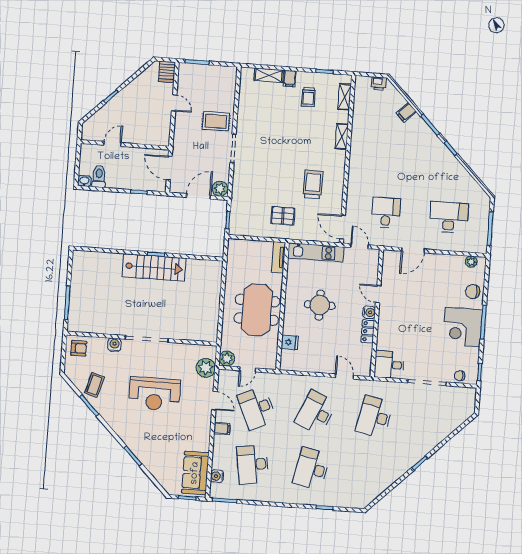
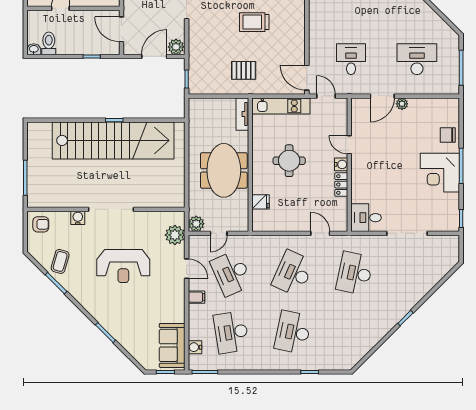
trolley: (313, 184) -> (254, 22), moved, turned -90
plant: (471, 262) -> (402, 104), moved
stairs: (154, 268) -> (113, 140), width x1.86, depth x1.51
chair: (460, 376) -> (441, 224), removed

